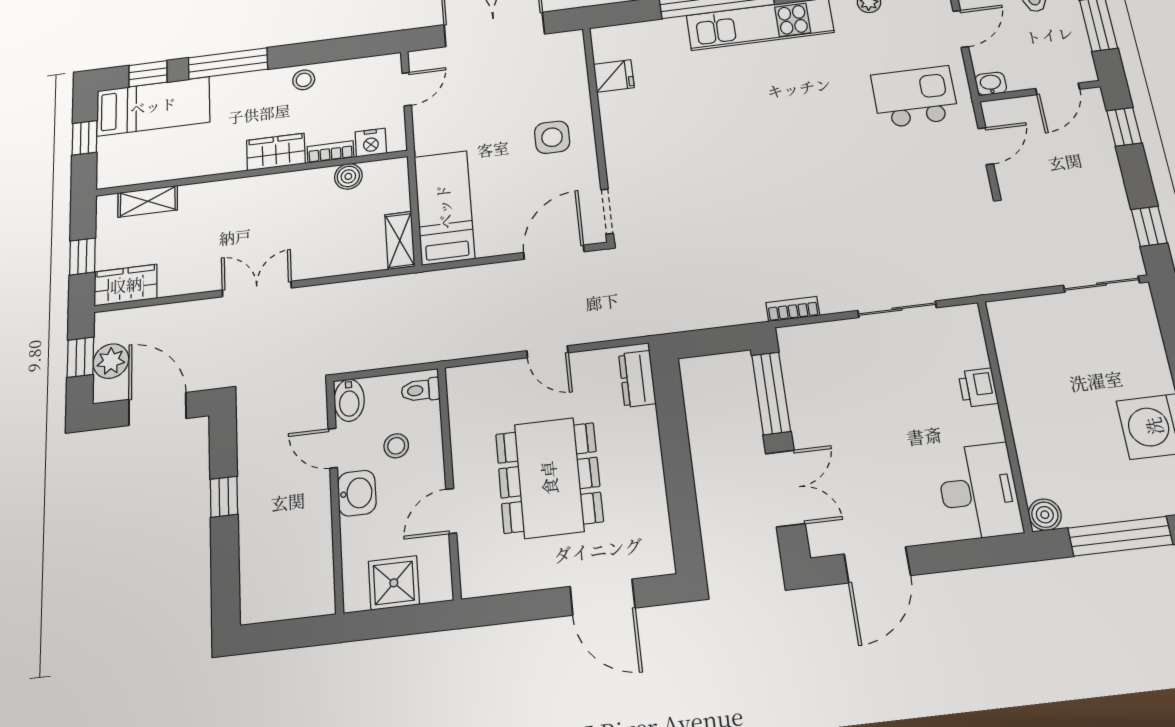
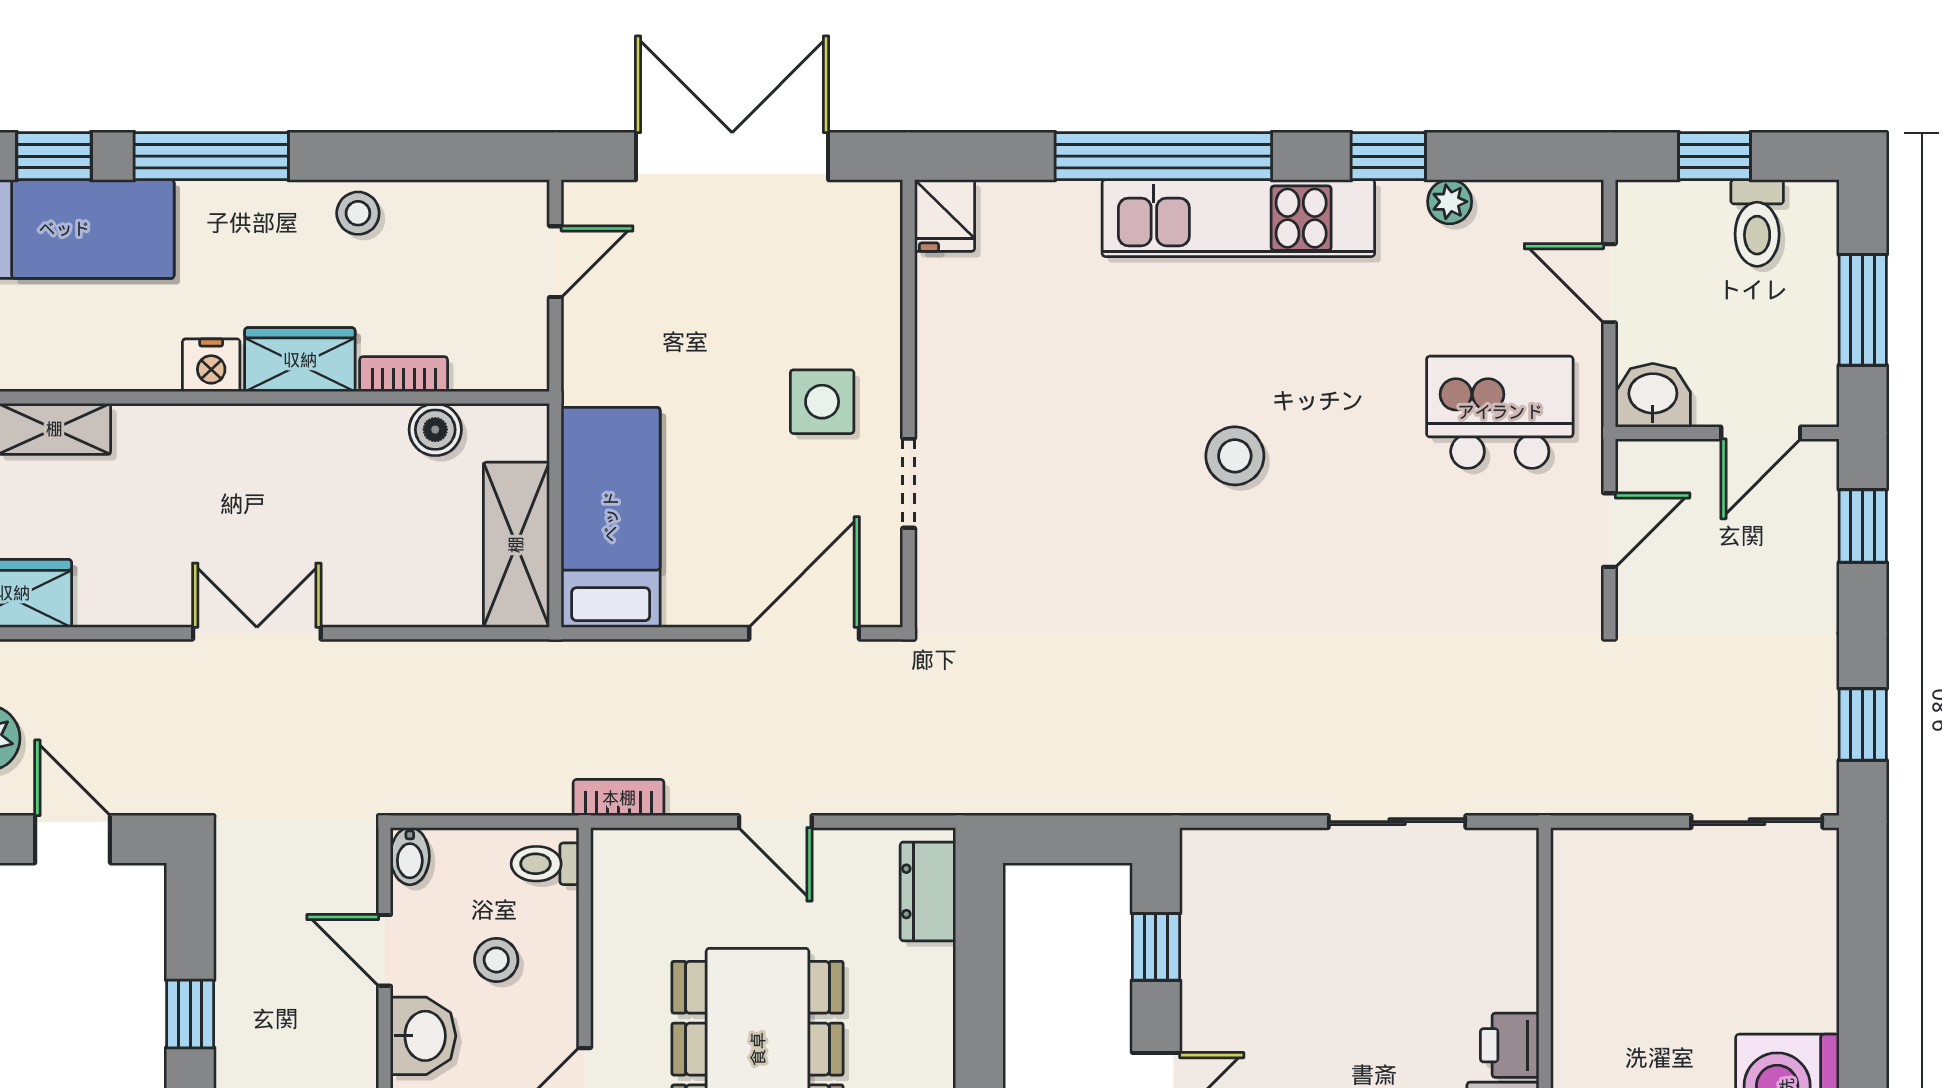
door: (961, 29) -> (1609, 283), swing flipped
fridge: (614, 76) -> (945, 216), moved, turned 90
washbasin: (991, 84) -> (1653, 395), width x1.38, depth x1.45
stool: (776, 136) -> (1235, 456), added
nightstand: (371, 143) -> (211, 365), moved
doorway: (607, 211) -> (909, 483), moved
shelving: (400, 240) -> (516, 545), width x1.50, depth x1.33
bookcase: (793, 309) -> (619, 798), moved
printer: (978, 388) -> (1510, 1045), moved
window: (771, 393) -> (1156, 947), width x0.46
bidet: (349, 400) -> (410, 856), width x0.72, depth x0.74
door: (157, 409) -> (73, 839), width x0.73

